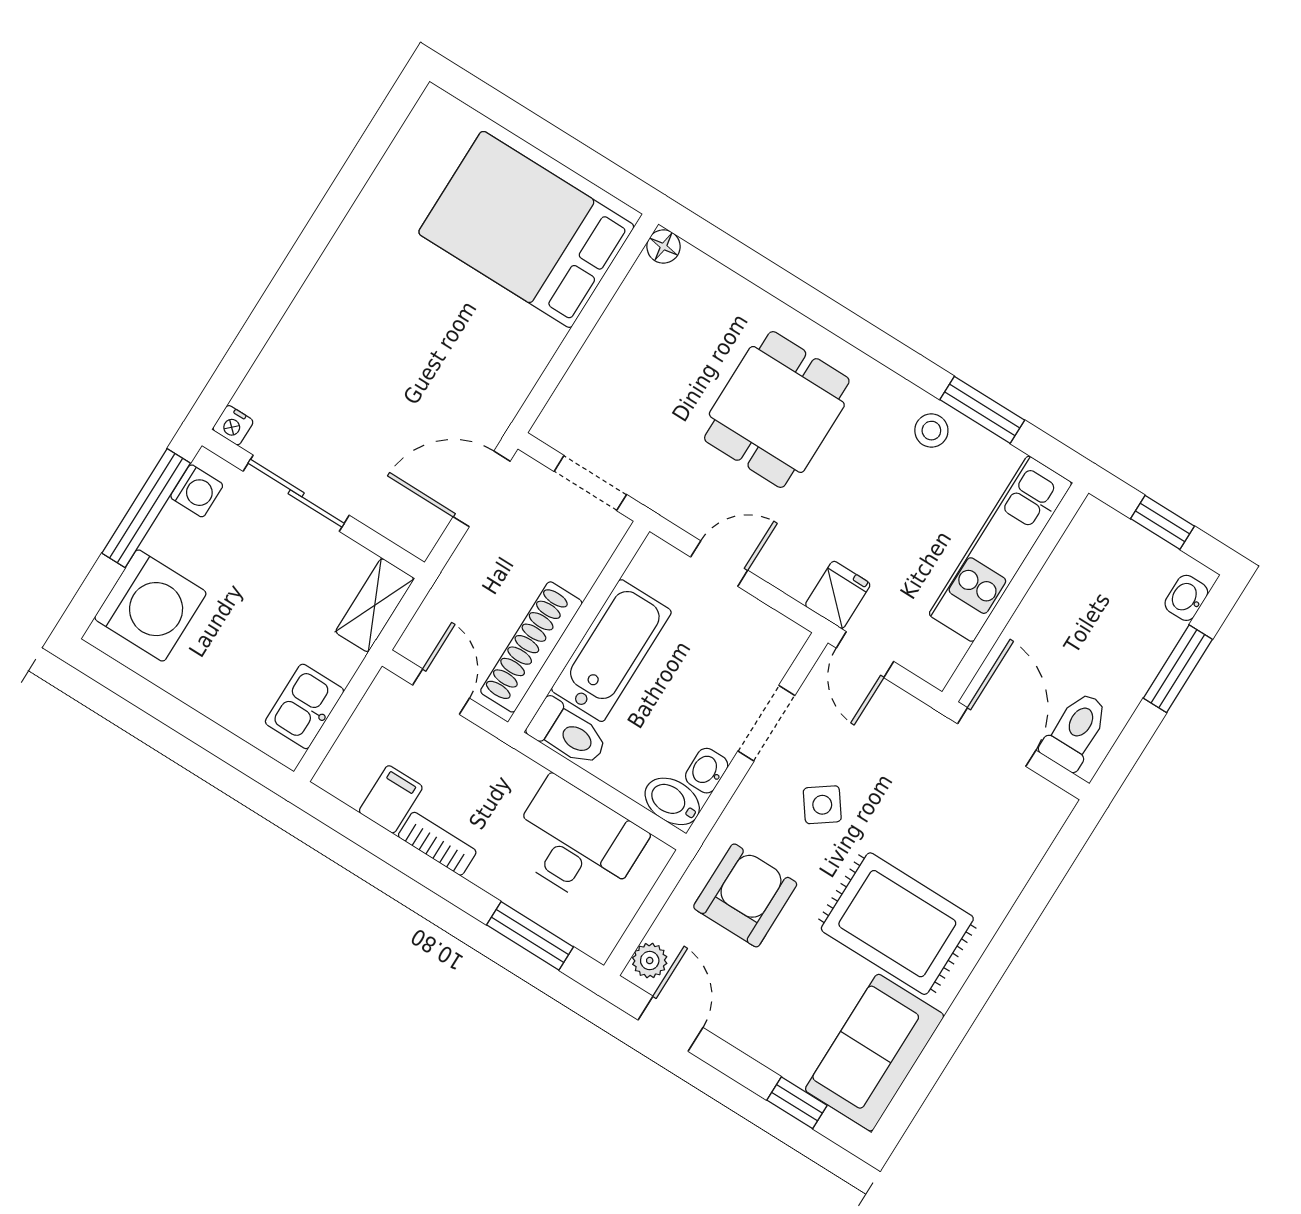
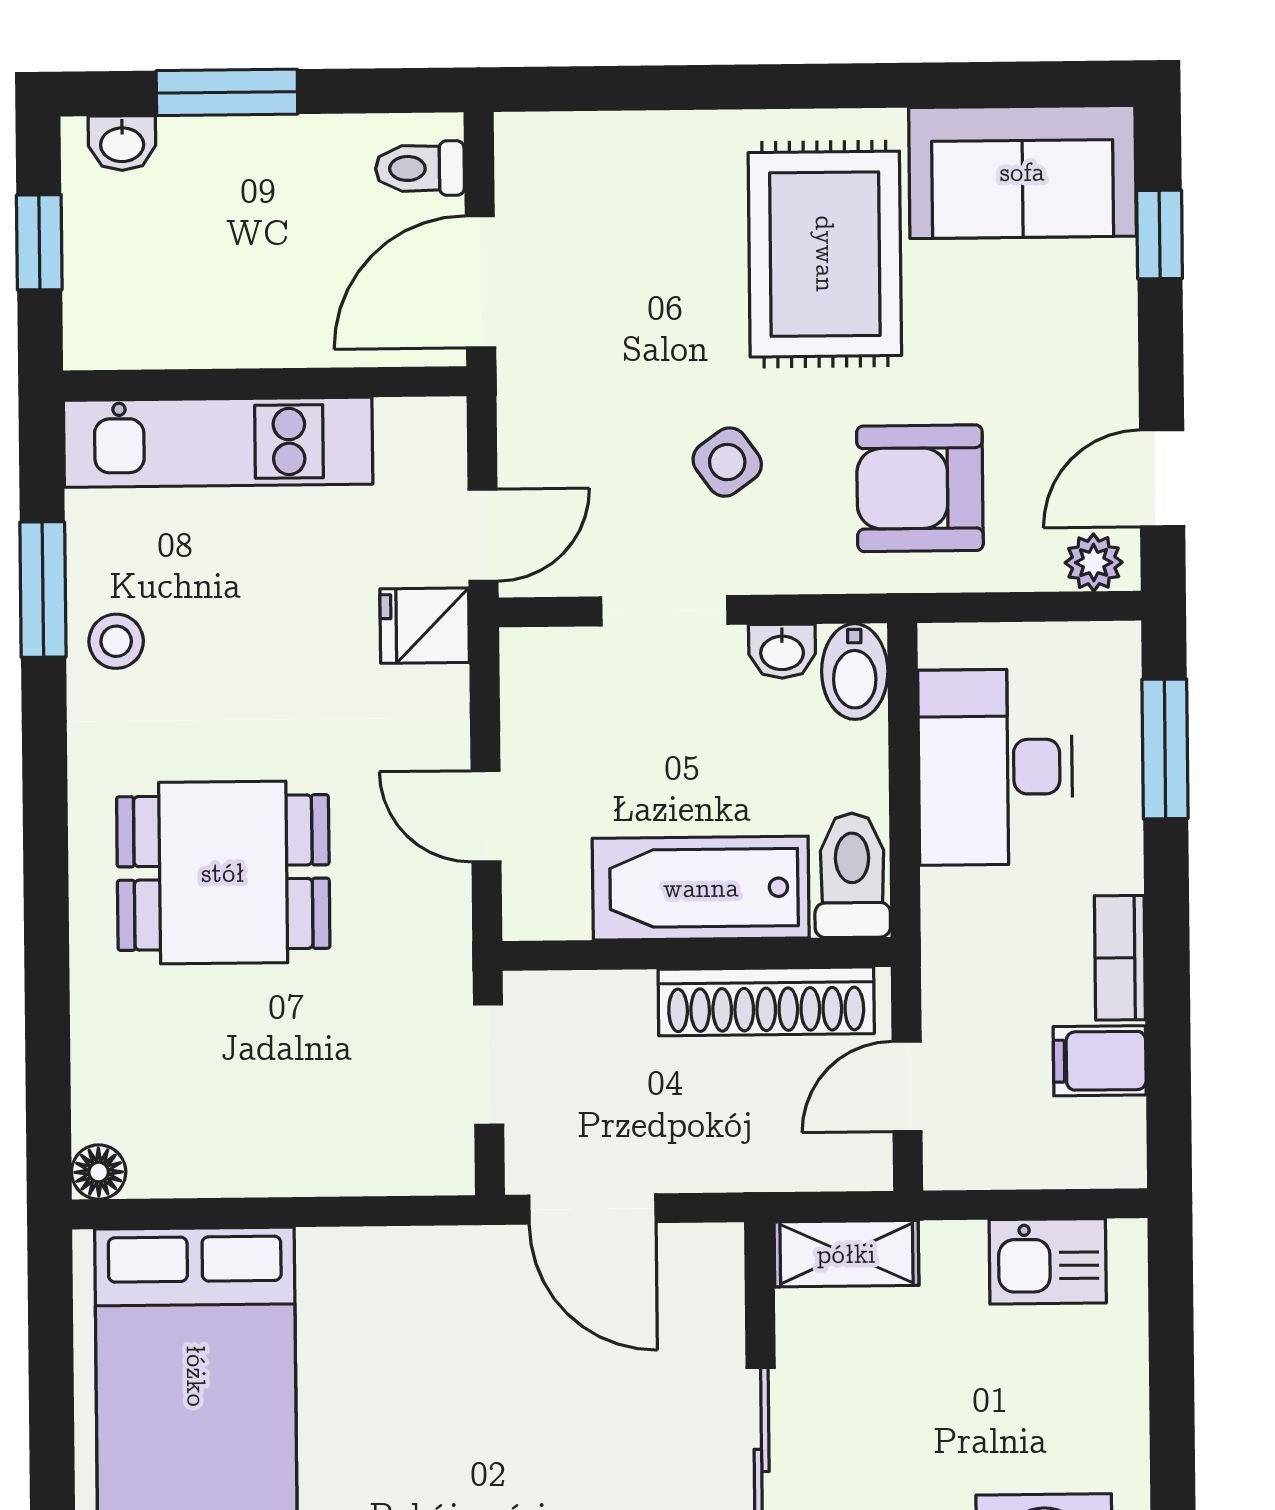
toilet: (1075, 731) -> (420, 168), width x0.73, depth x0.72

